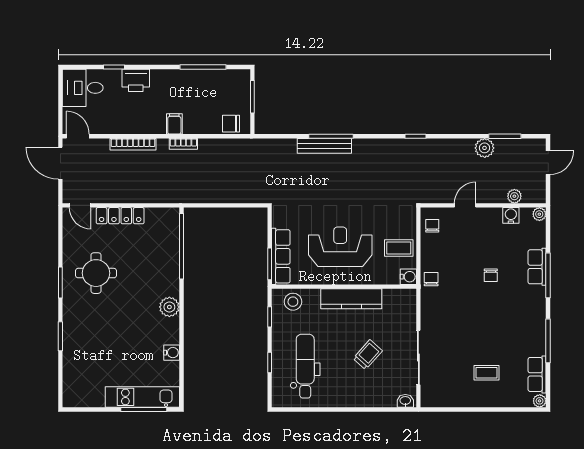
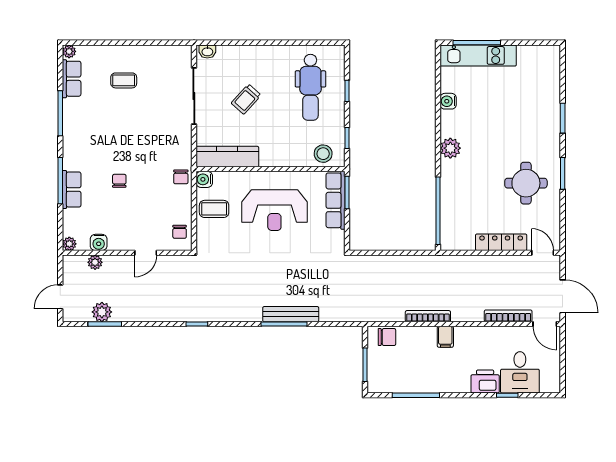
desk: (83, 88) -> (520, 372), moved, turned 90
bookcase: (133, 144) -> (508, 316), moved
bookcase: (183, 144) -> (428, 316), width x1.56
plant: (485, 148) -> (102, 312), moved
kitchen counter: (351, 299) -> (227, 157), moved

